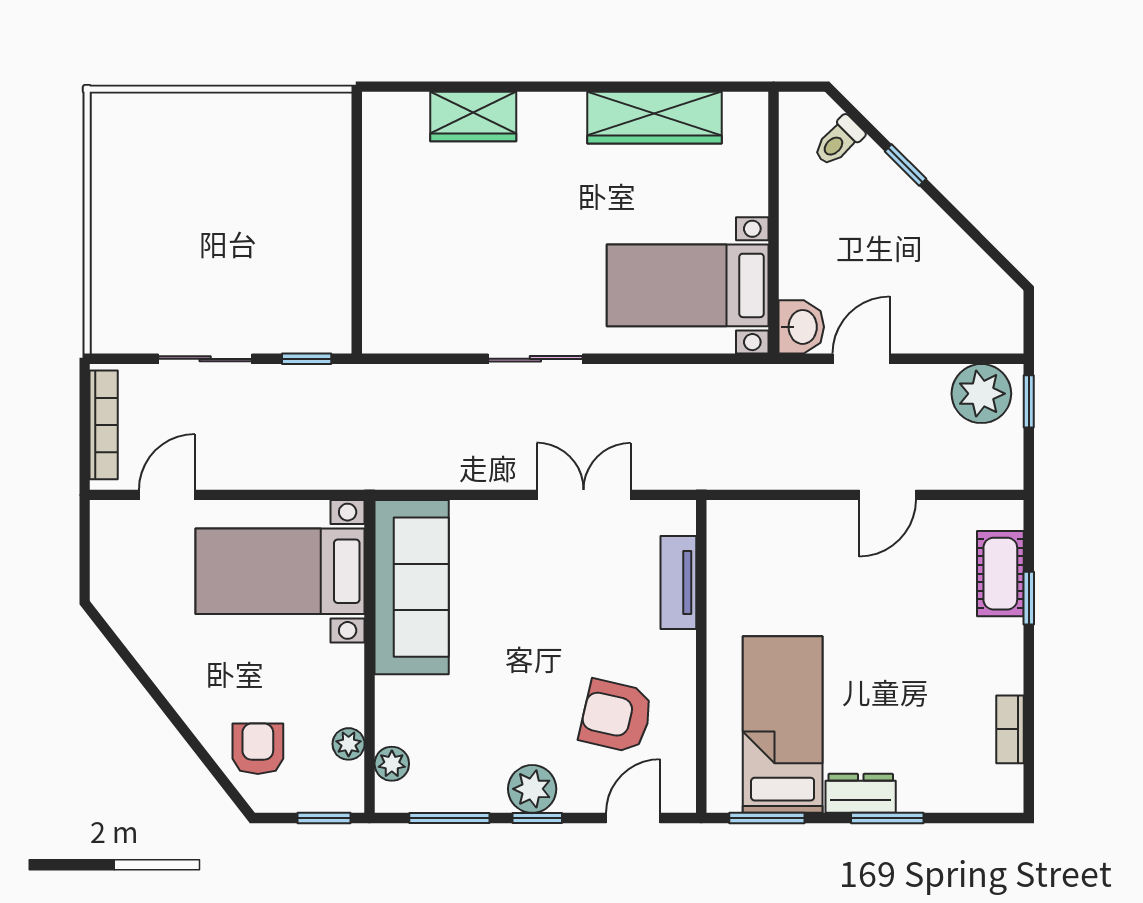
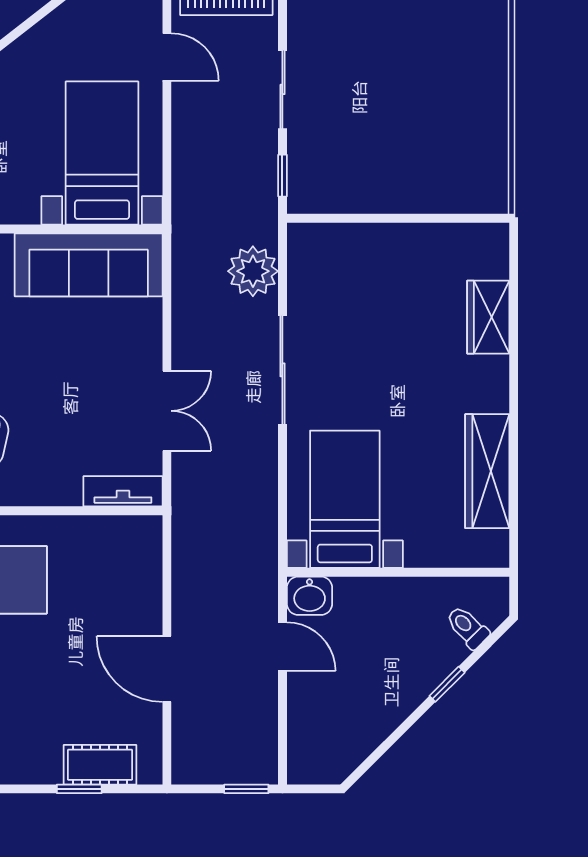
sliding door: (535, 359) -> (282, 370), width x1.37
plant: (981, 394) -> (253, 271), moved
door: (887, 495) -> (167, 669), width x1.38
tv unit: (678, 583) -> (123, 491), moved

